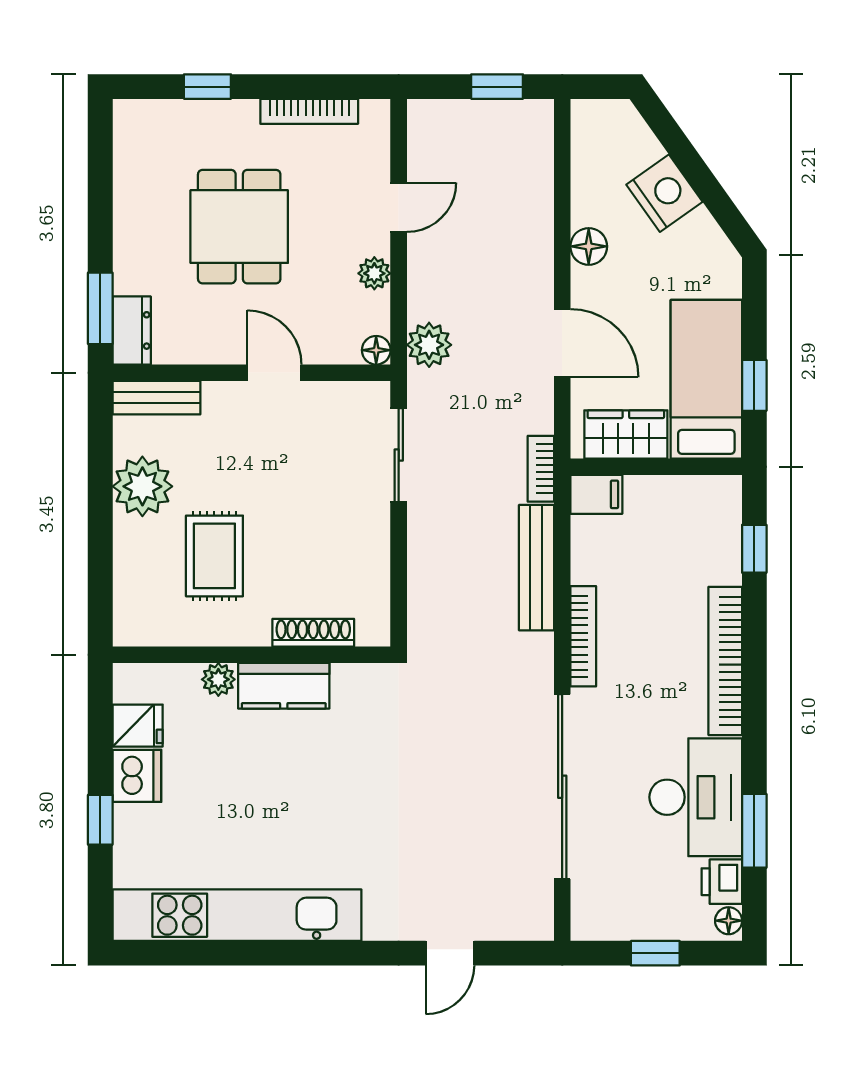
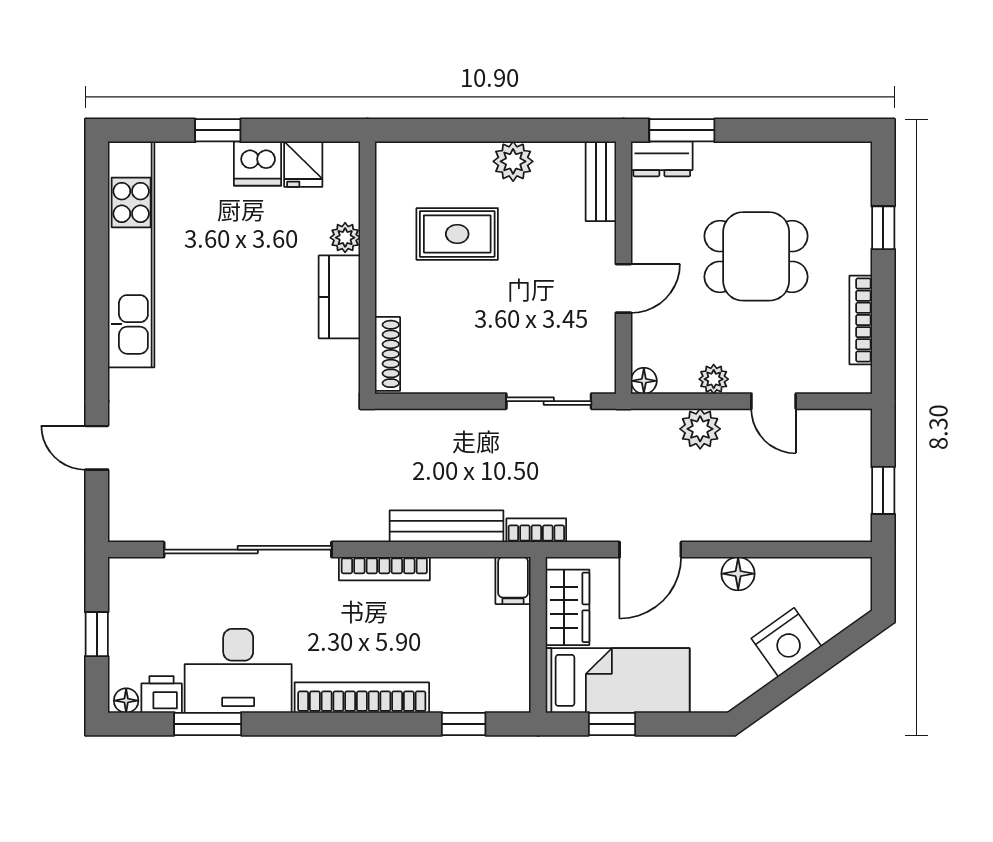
plant: (429, 345) -> (700, 429), moved
plant: (142, 486) -> (513, 161), width x0.73, depth x0.73
shoe rack: (313, 633) -> (387, 354), moved

